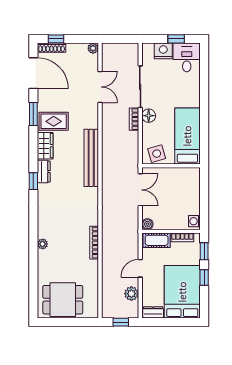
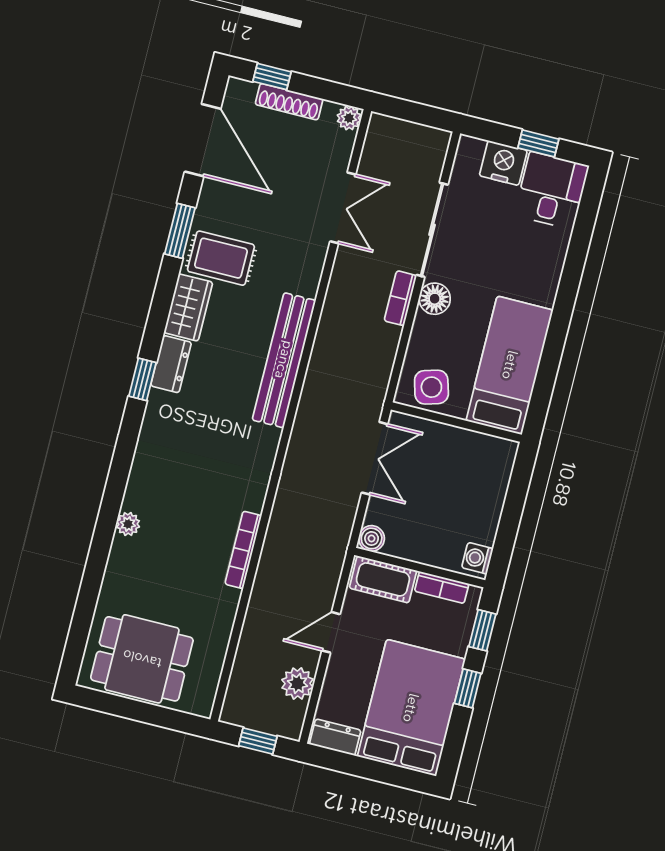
shoe rack: (52, 48) -> (289, 102), moved

